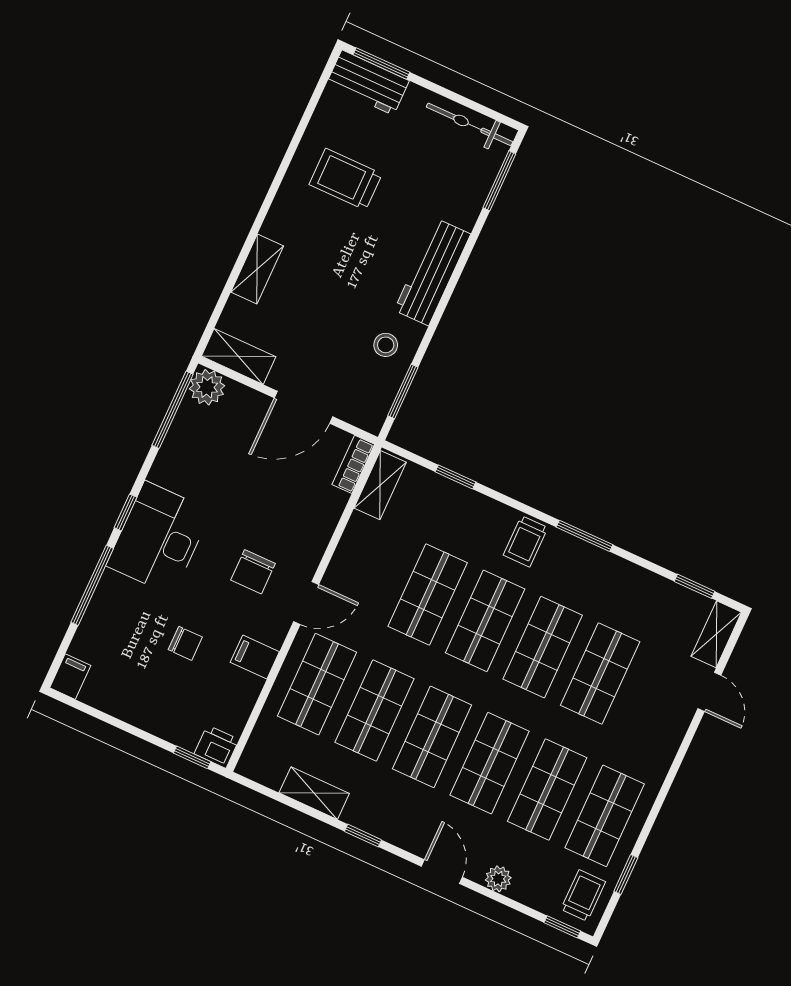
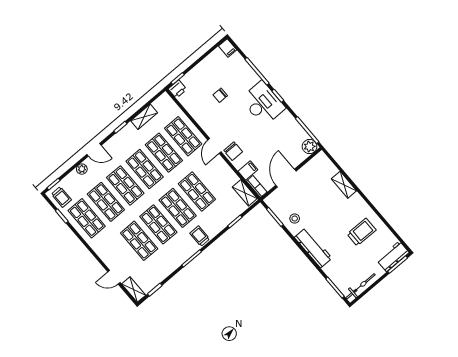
shelving: (239, 356) -> (315, 163), removed
chair: (253, 572) -> (233, 151), moved, turned 180
filing cabinet: (255, 657) -> (248, 170), moved

